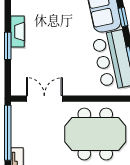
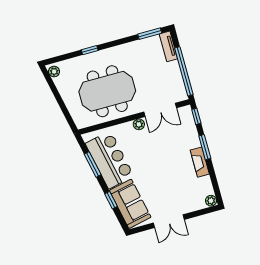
window: (8, 81) -> (196, 116), added
plant: (71, 90) -> (139, 124), added

